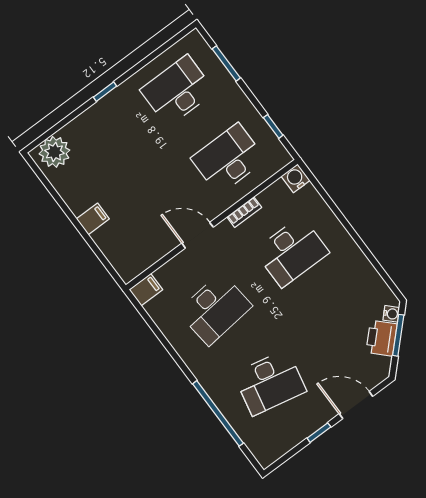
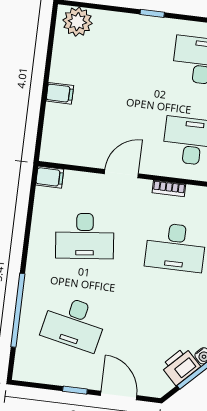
door: (198, 235) -> (121, 174), hinge flipped

